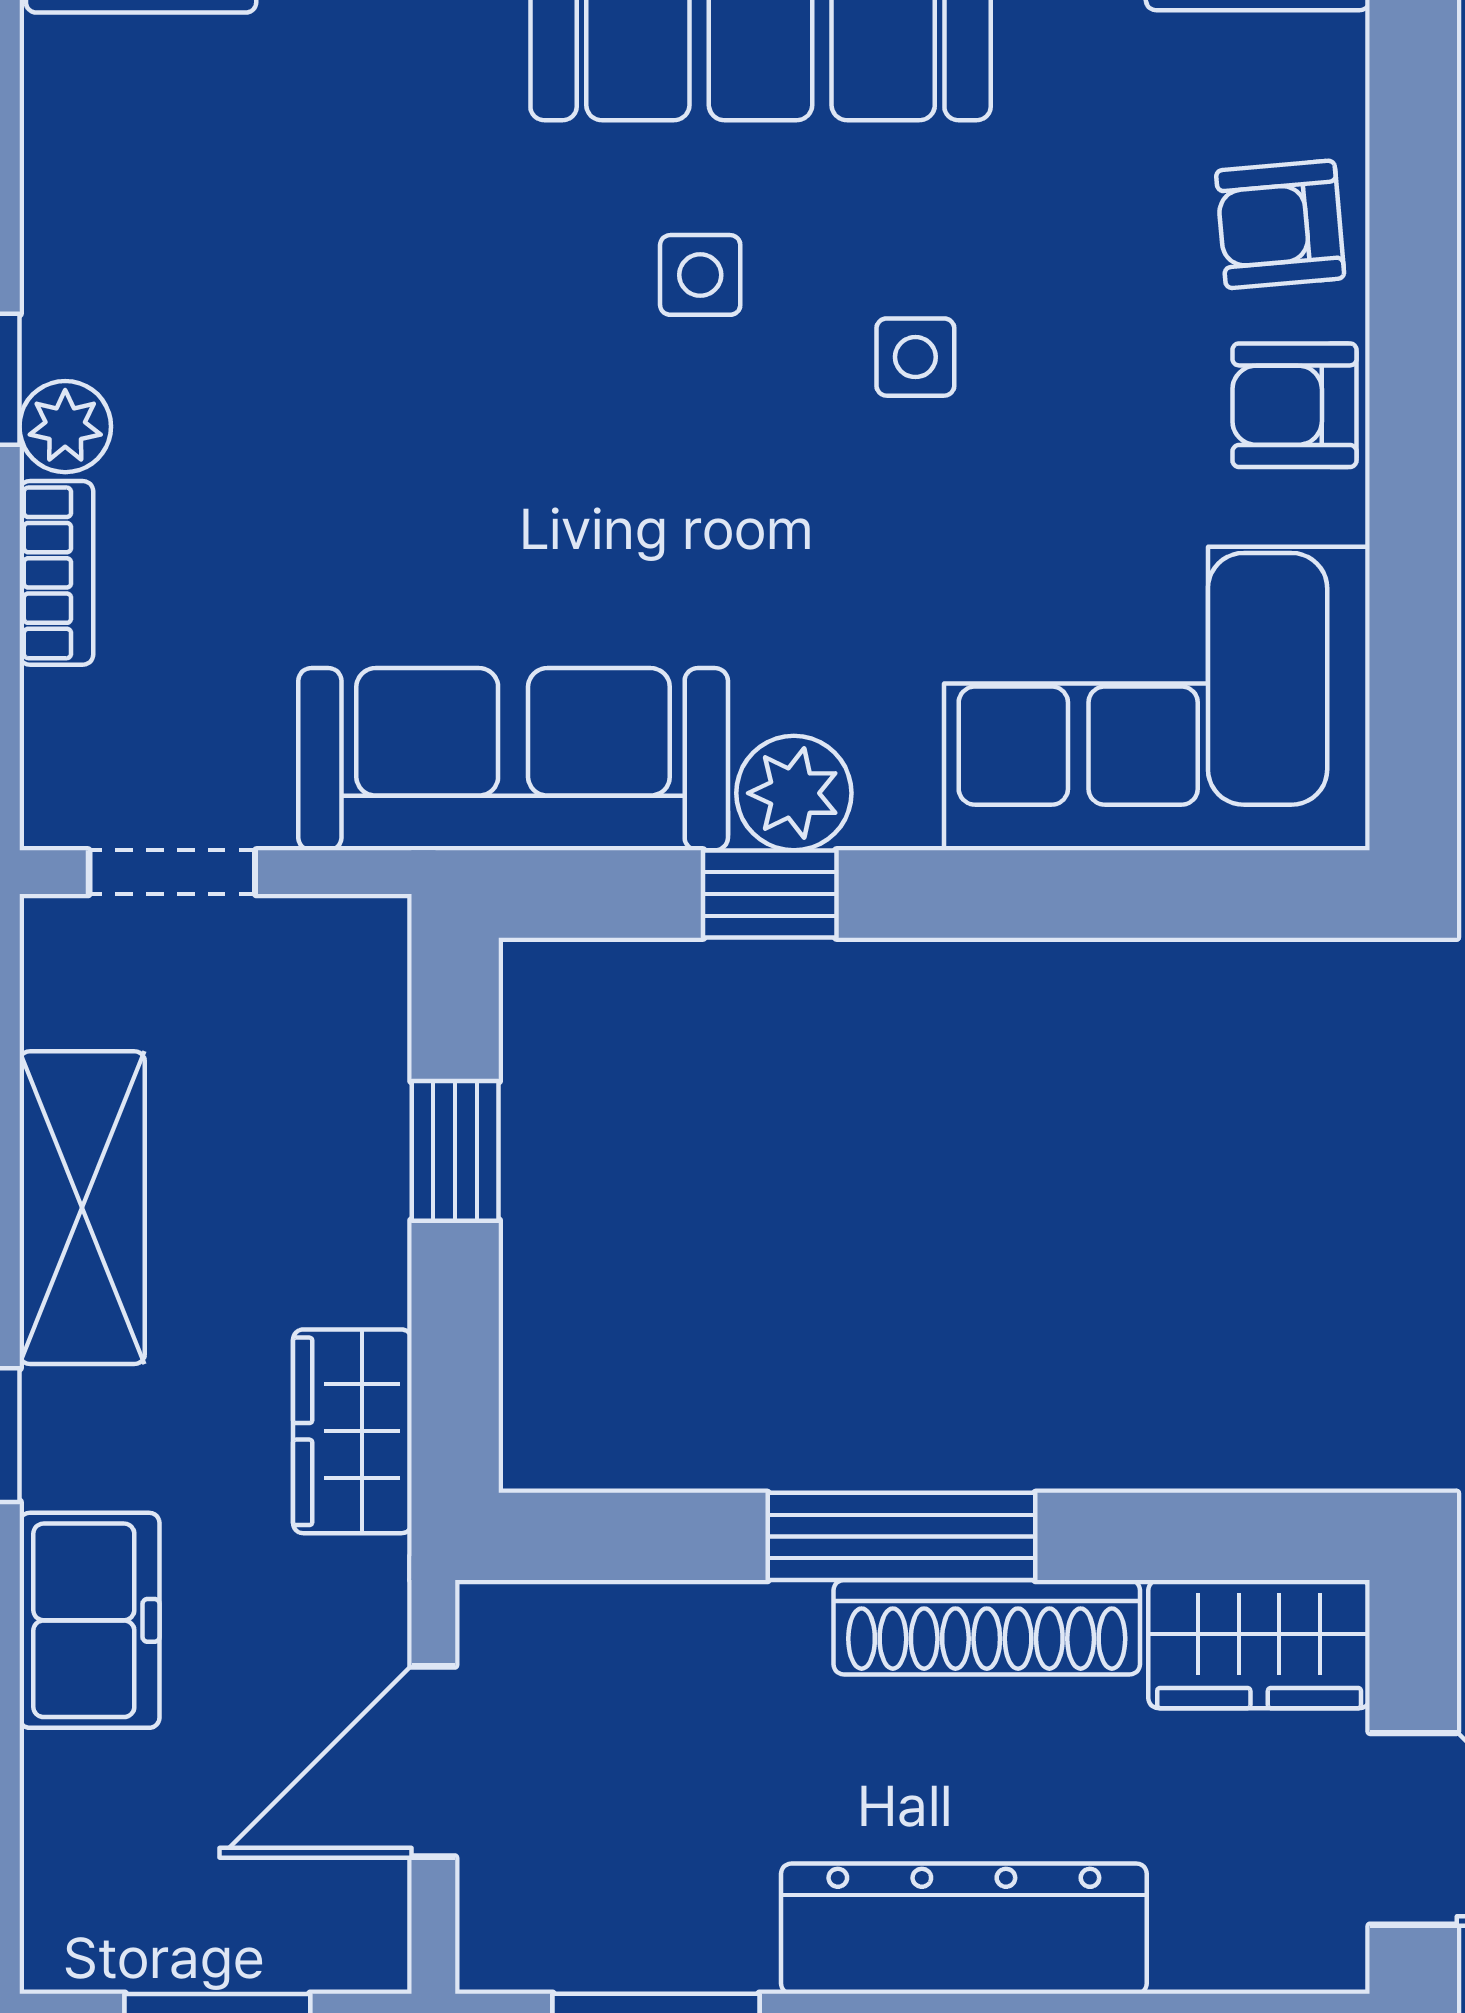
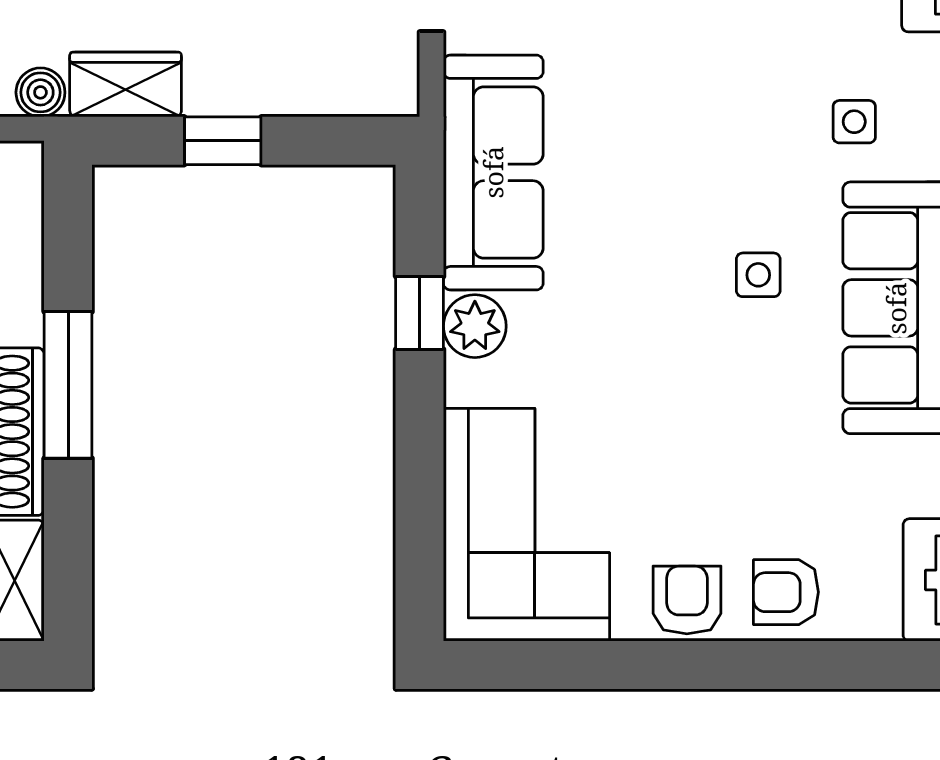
armchair: (1280, 224) -> (786, 592), turned -85
side table: (915, 357) -> (854, 122), moved
window: (455, 1151) -> (223, 141), moved
boiler: (367, 1587) -> (40, 92), added

